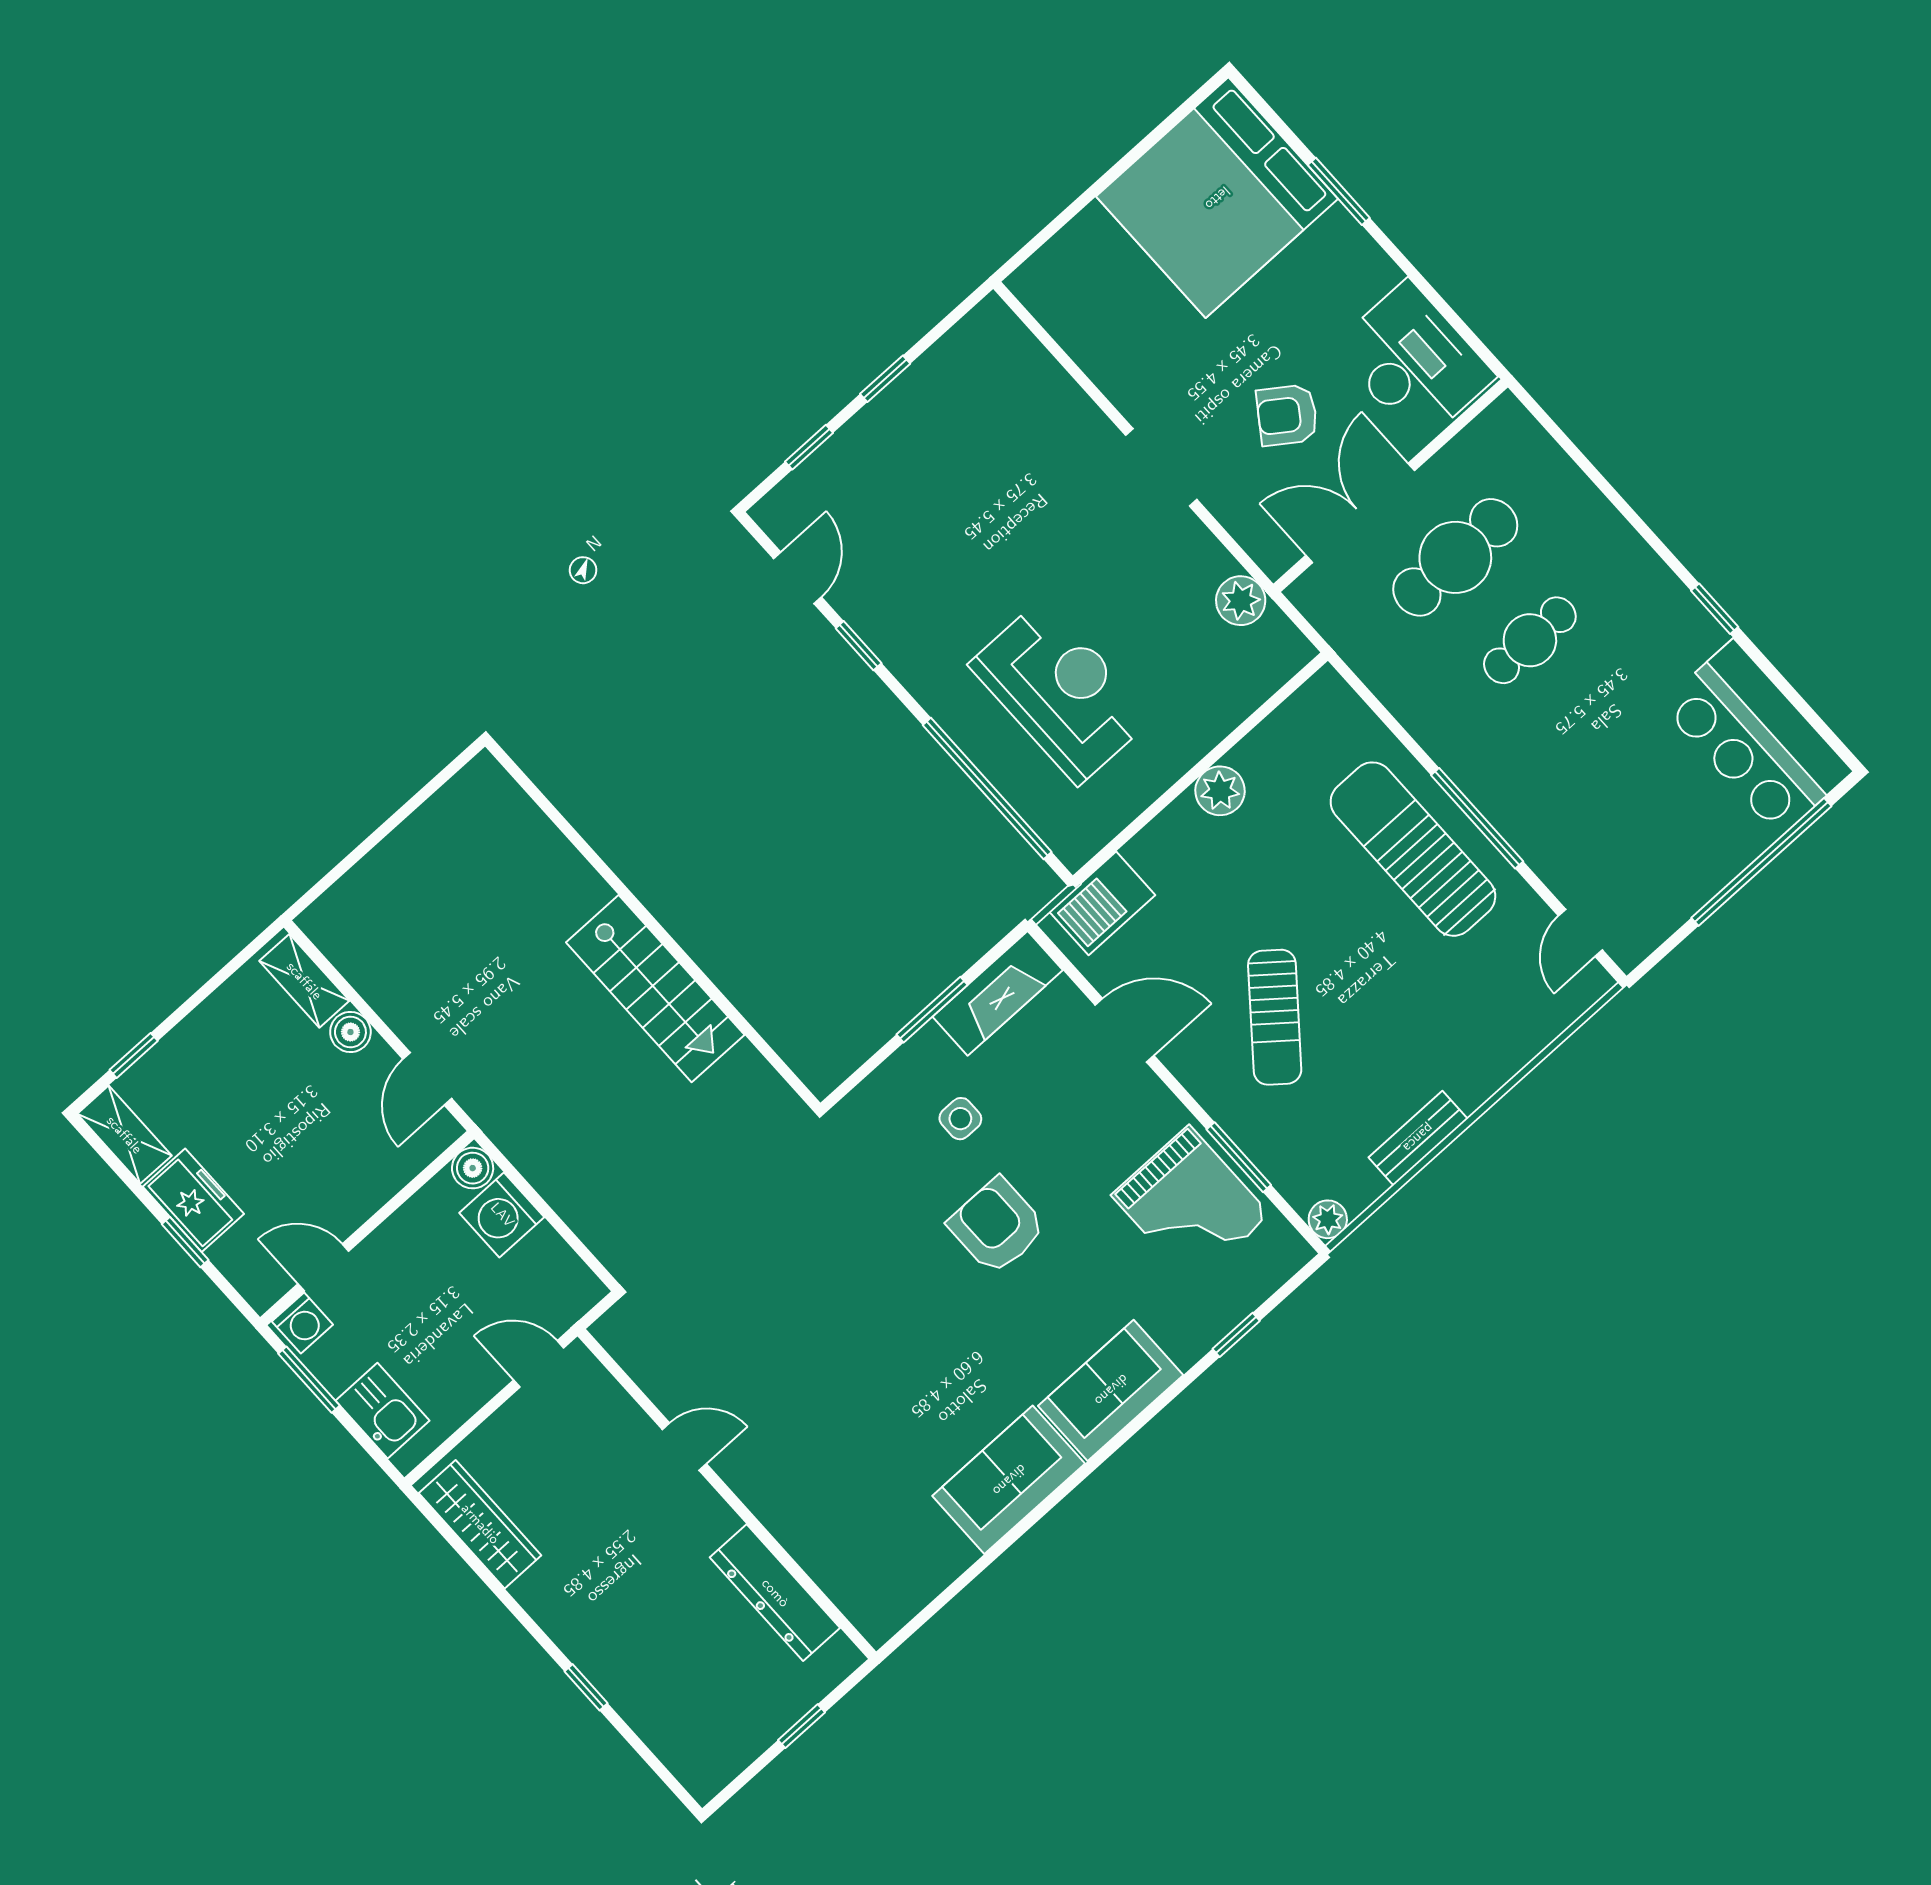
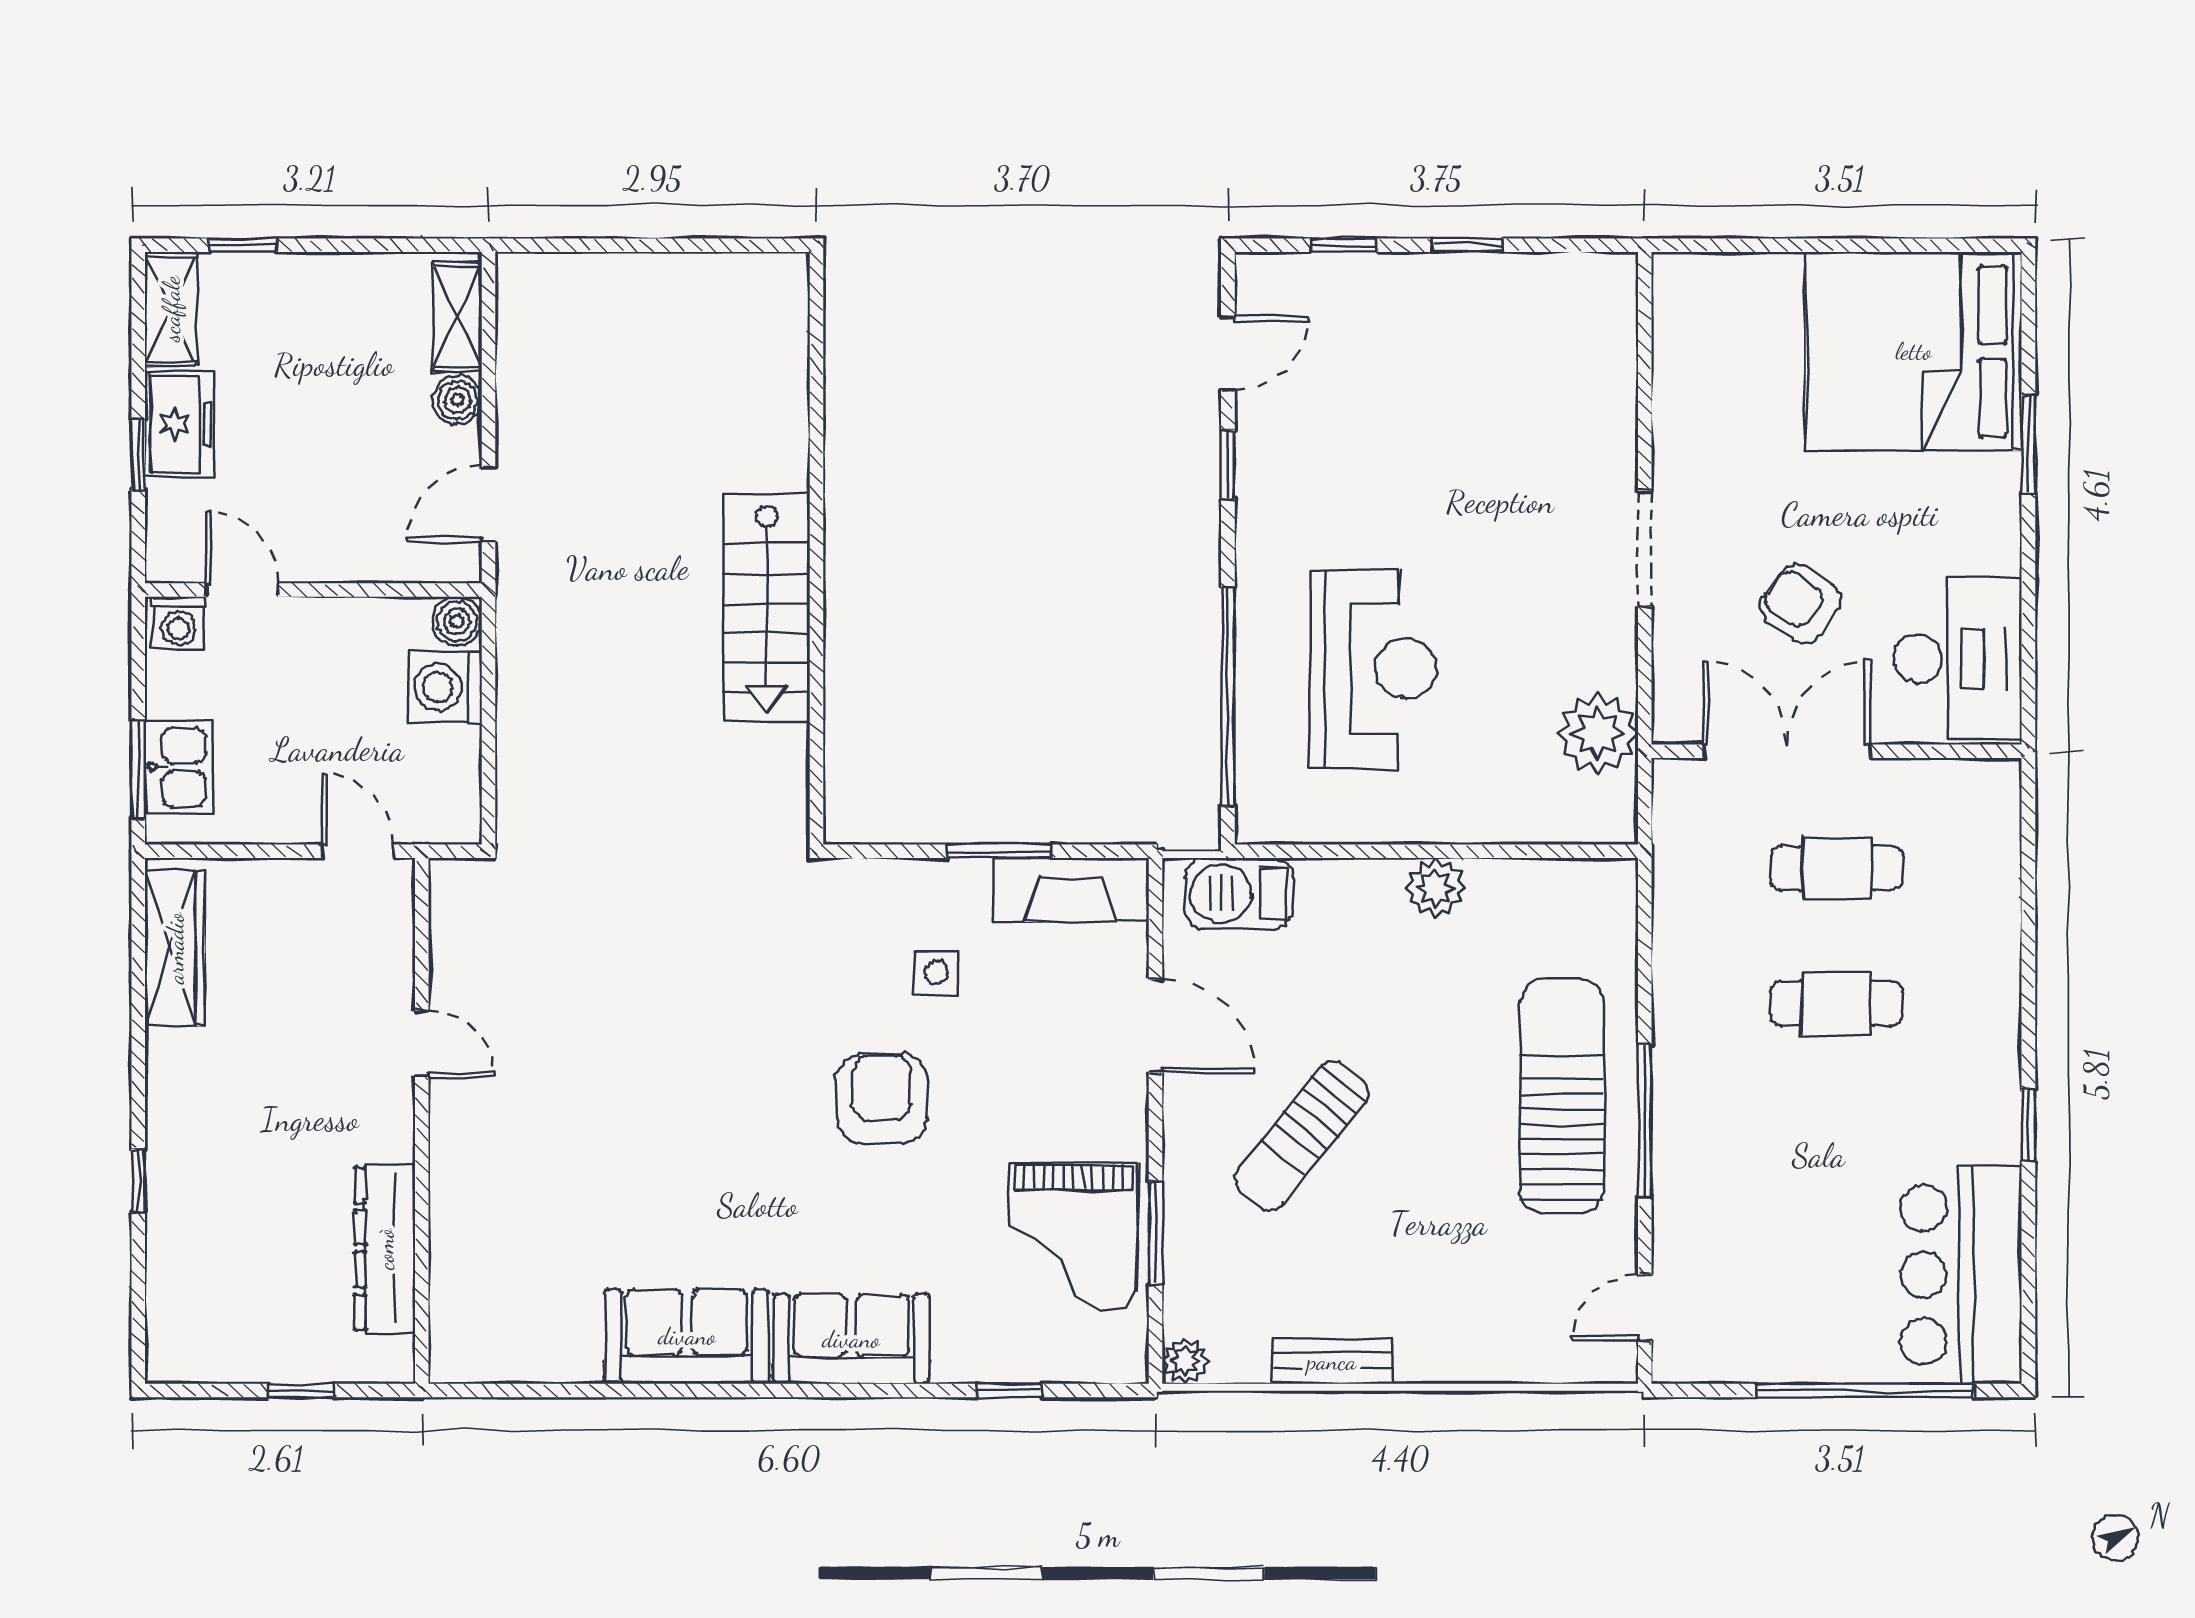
cafe table: (1455, 557) -> (1837, 868), width x0.73, depth x0.74
plant: (1241, 601) -> (1598, 733), width x1.36, depth x1.36
window: (309, 1380) -> (138, 769), moved

